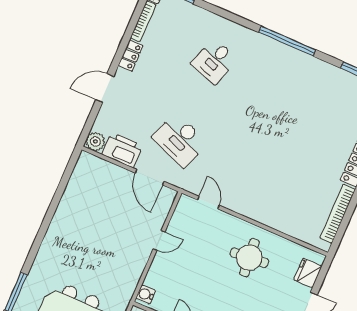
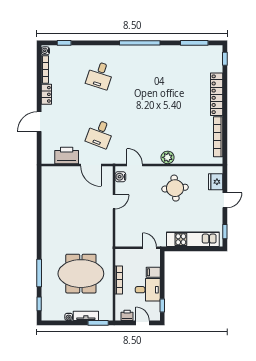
desk: (180, 140) -> (100, 134), width x0.73
plant: (95, 142) -> (168, 157), moved
water cooler: (146, 294) -> (120, 177), moved

